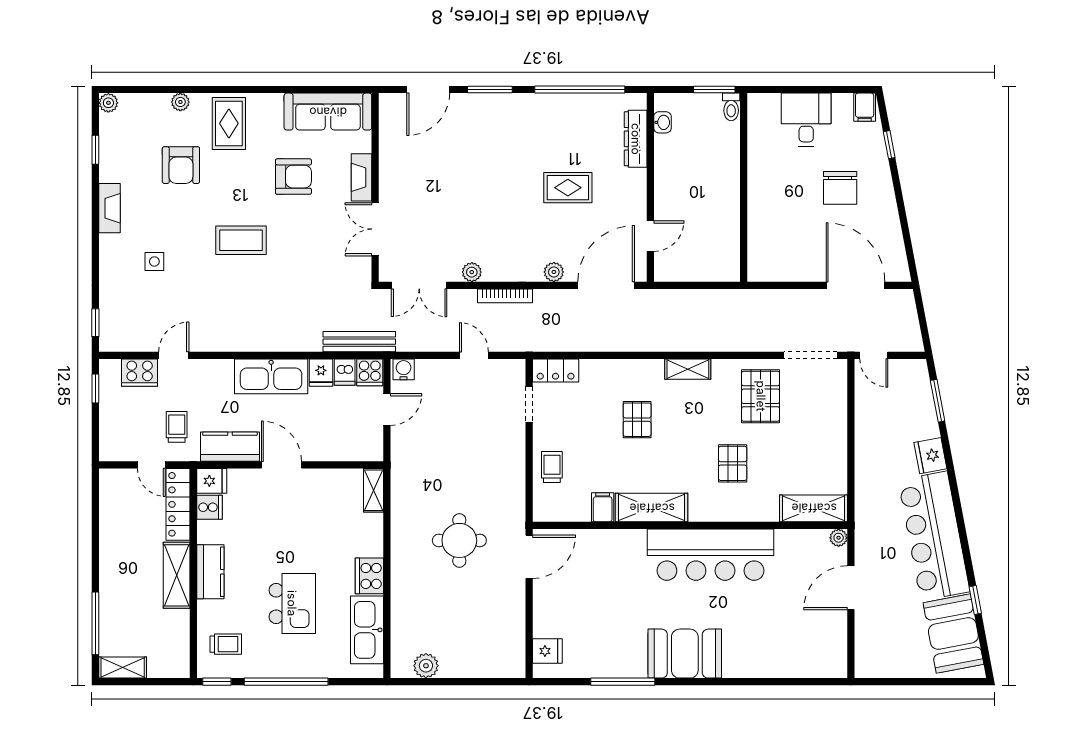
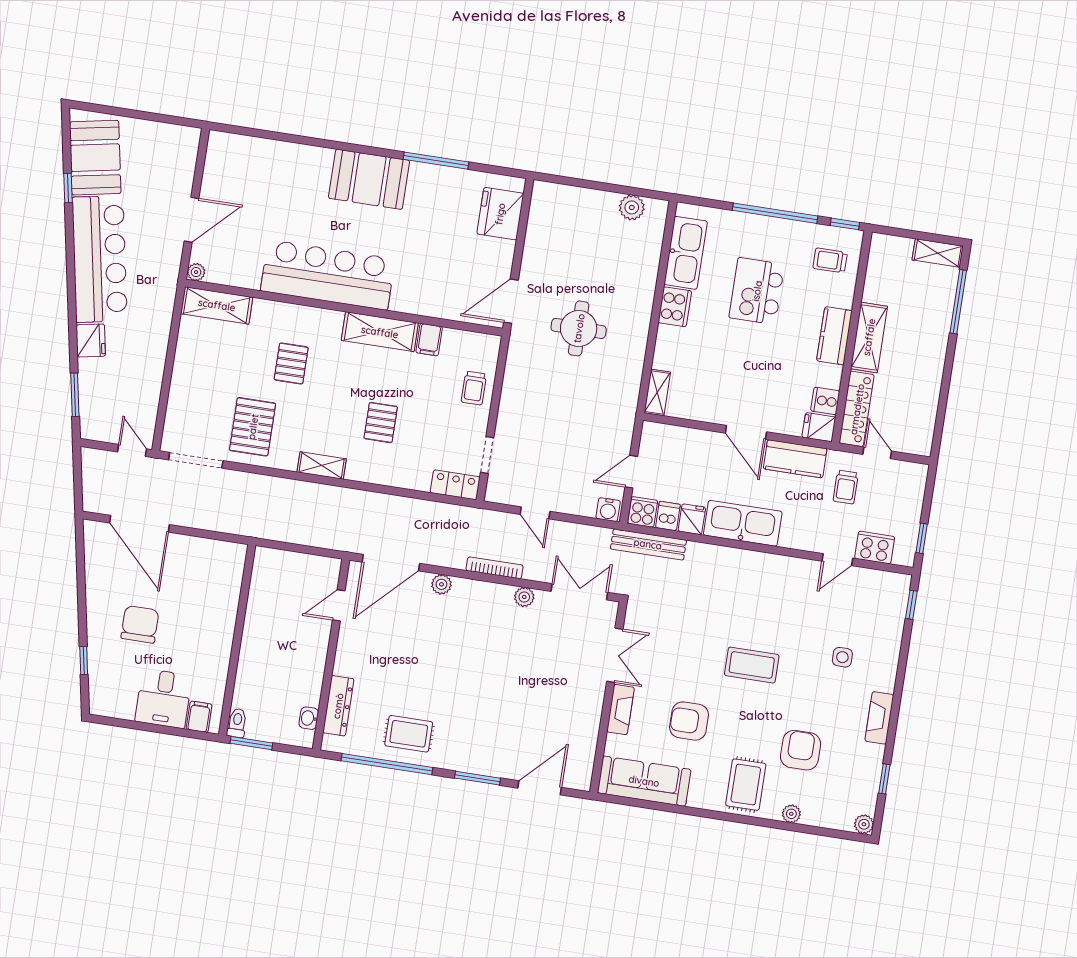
filing cabinet: (865, 107) -> (199, 717), moved
rug: (568, 188) -> (409, 734), moved
fridge: (547, 651) -> (500, 214), width x1.88, depth x1.34

